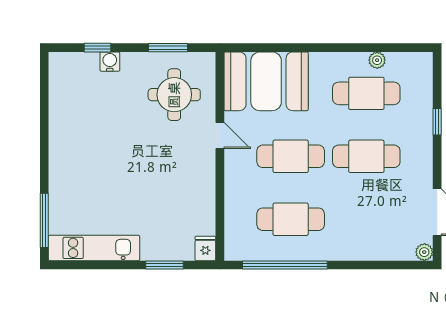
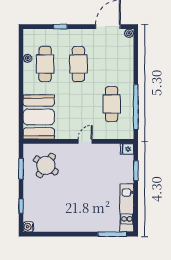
water cooler: (110, 62) -> (28, 227), moved
round table: (174, 95) -> (46, 165), turned 34
door: (220, 136) -> (85, 141), moved
cafe table: (291, 156) -> (78, 104), removed

